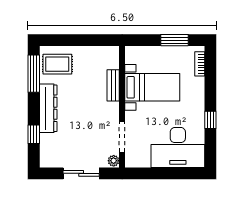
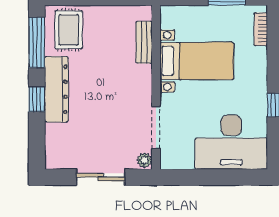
rug: (57, 64) -> (69, 30), turned 90
bench: (113, 85) -> (144, 42), moved
window: (34, 134) -> (37, 99), moved

